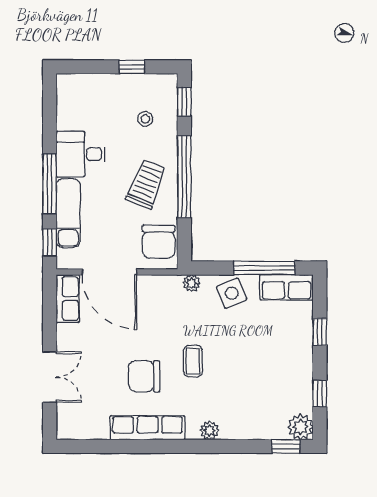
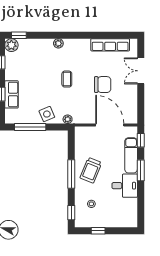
window: (184, 177) -> (71, 174), width x0.68
window: (50, 184) -> (141, 170), width x0.69
chair: (159, 242) -> (84, 141), removed
row of seats: (287, 287) -> (11, 94), moved, turned 90
row of seats: (68, 299) -> (131, 111), removed
chair: (144, 376) -> (103, 85), moved
row of seats: (147, 428) -> (110, 45), moved

